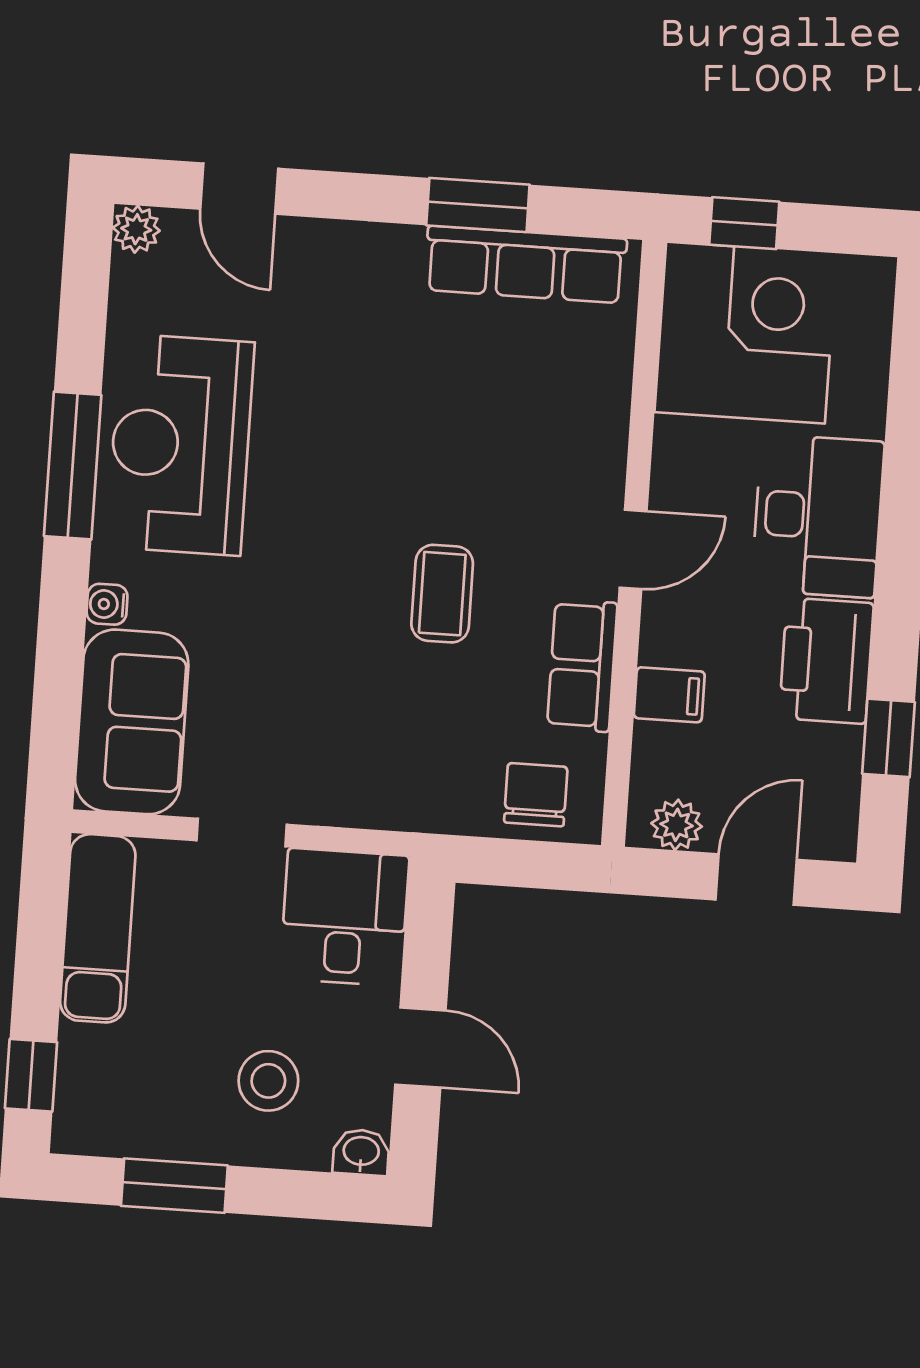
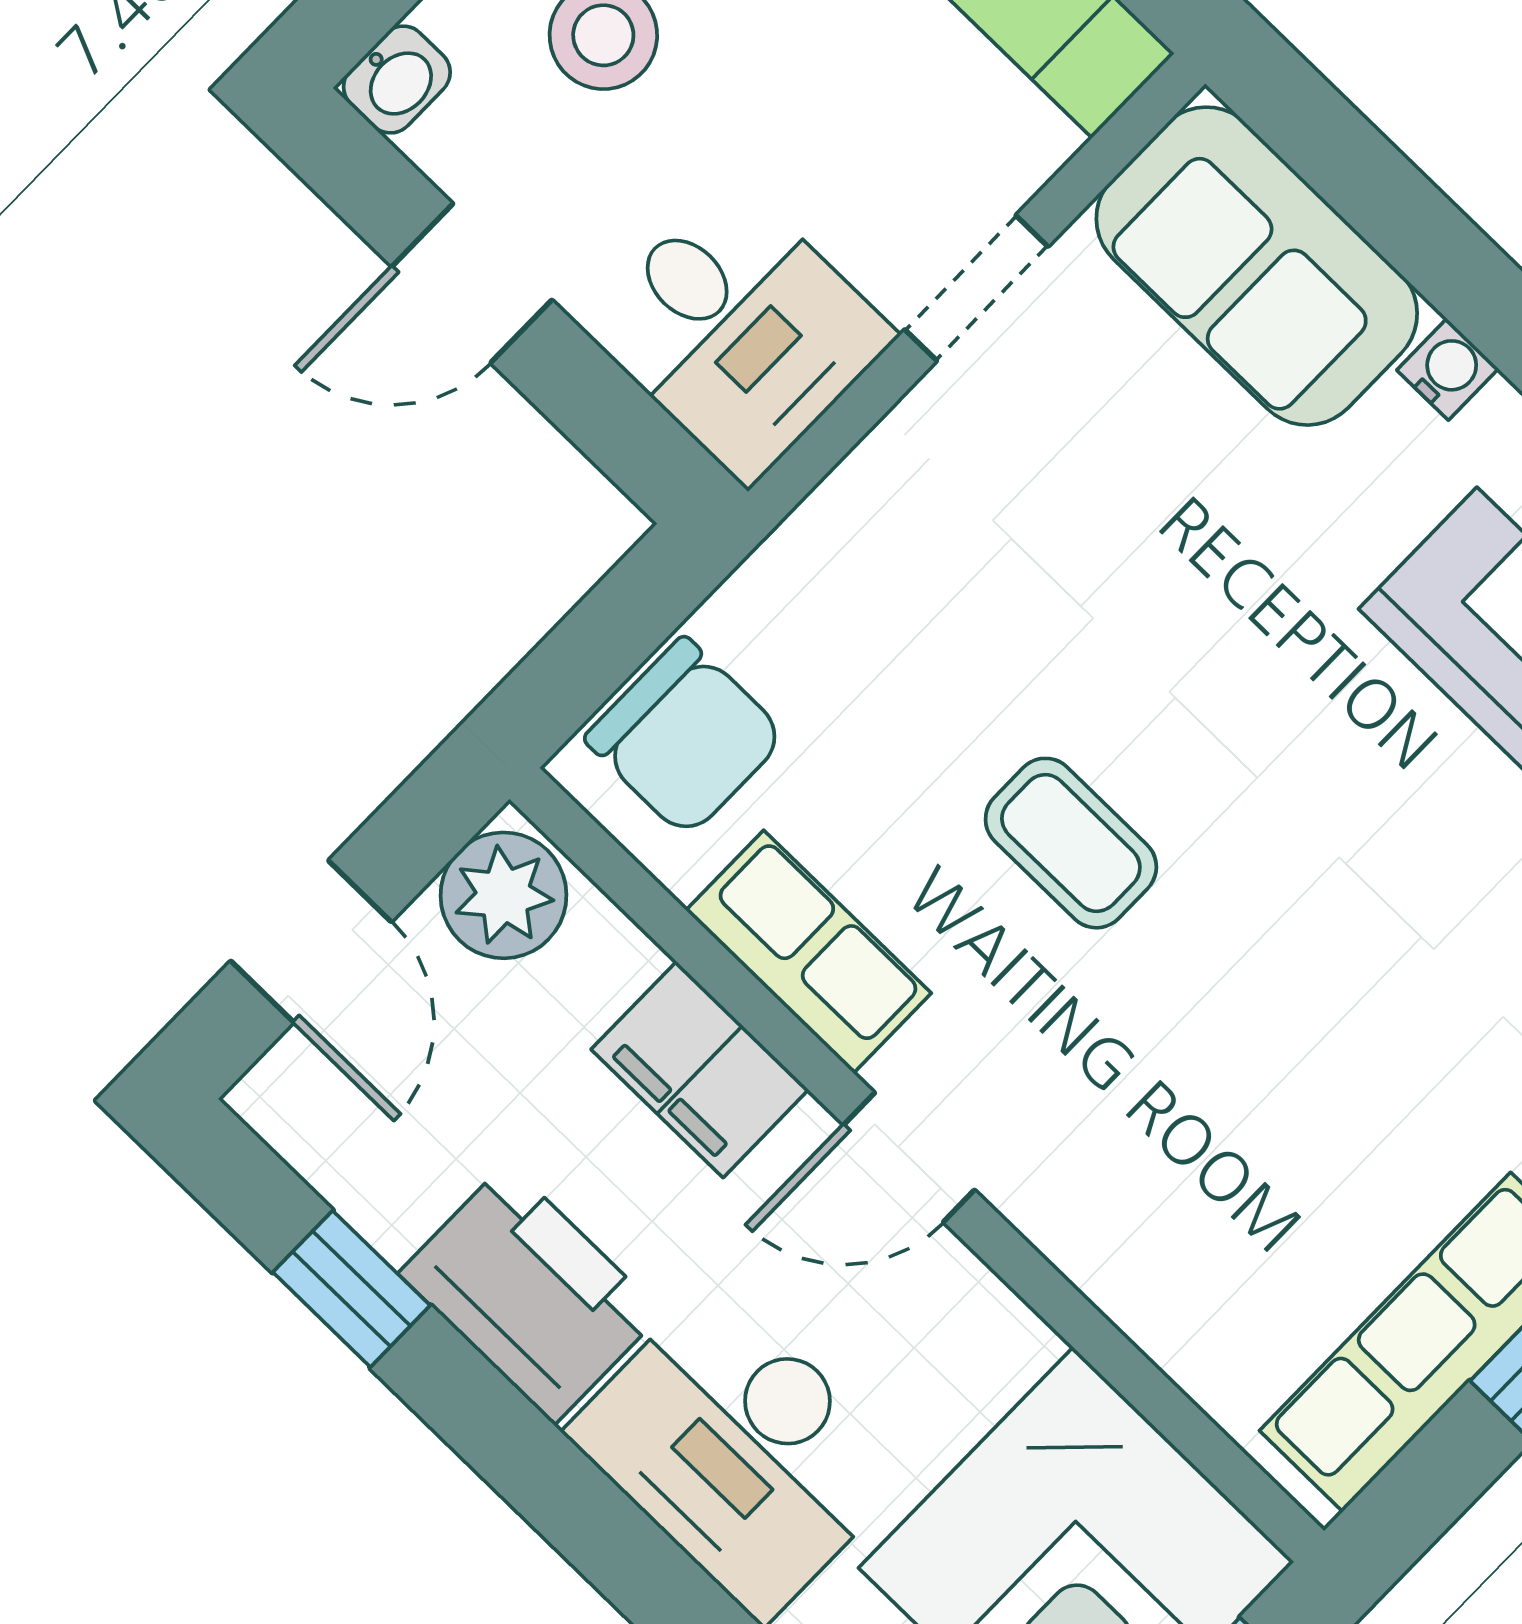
door: (633, 549) -> (909, 1157), hinge flipped
filing cabinet: (669, 695) -> (700, 1070), width x2.00
chair: (536, 795) -> (685, 737), width x1.37, depth x1.37
plant: (677, 825) -> (504, 895), width x1.38, depth x1.38

